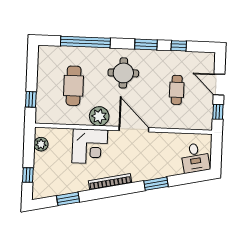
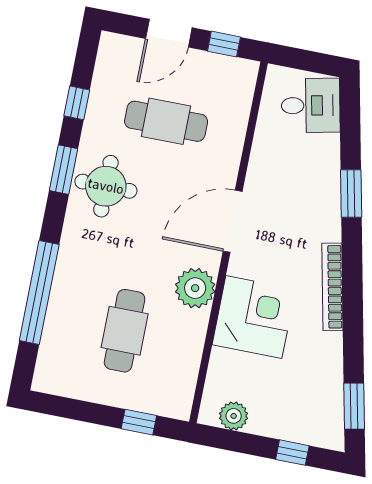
round table: (123, 73) -> (106, 186), moved
cafe table: (74, 86) -> (125, 331), turned 90
cafe table: (177, 90) -> (166, 121), width x1.37, depth x1.35
window: (68, 199) -> (354, 406), moved

